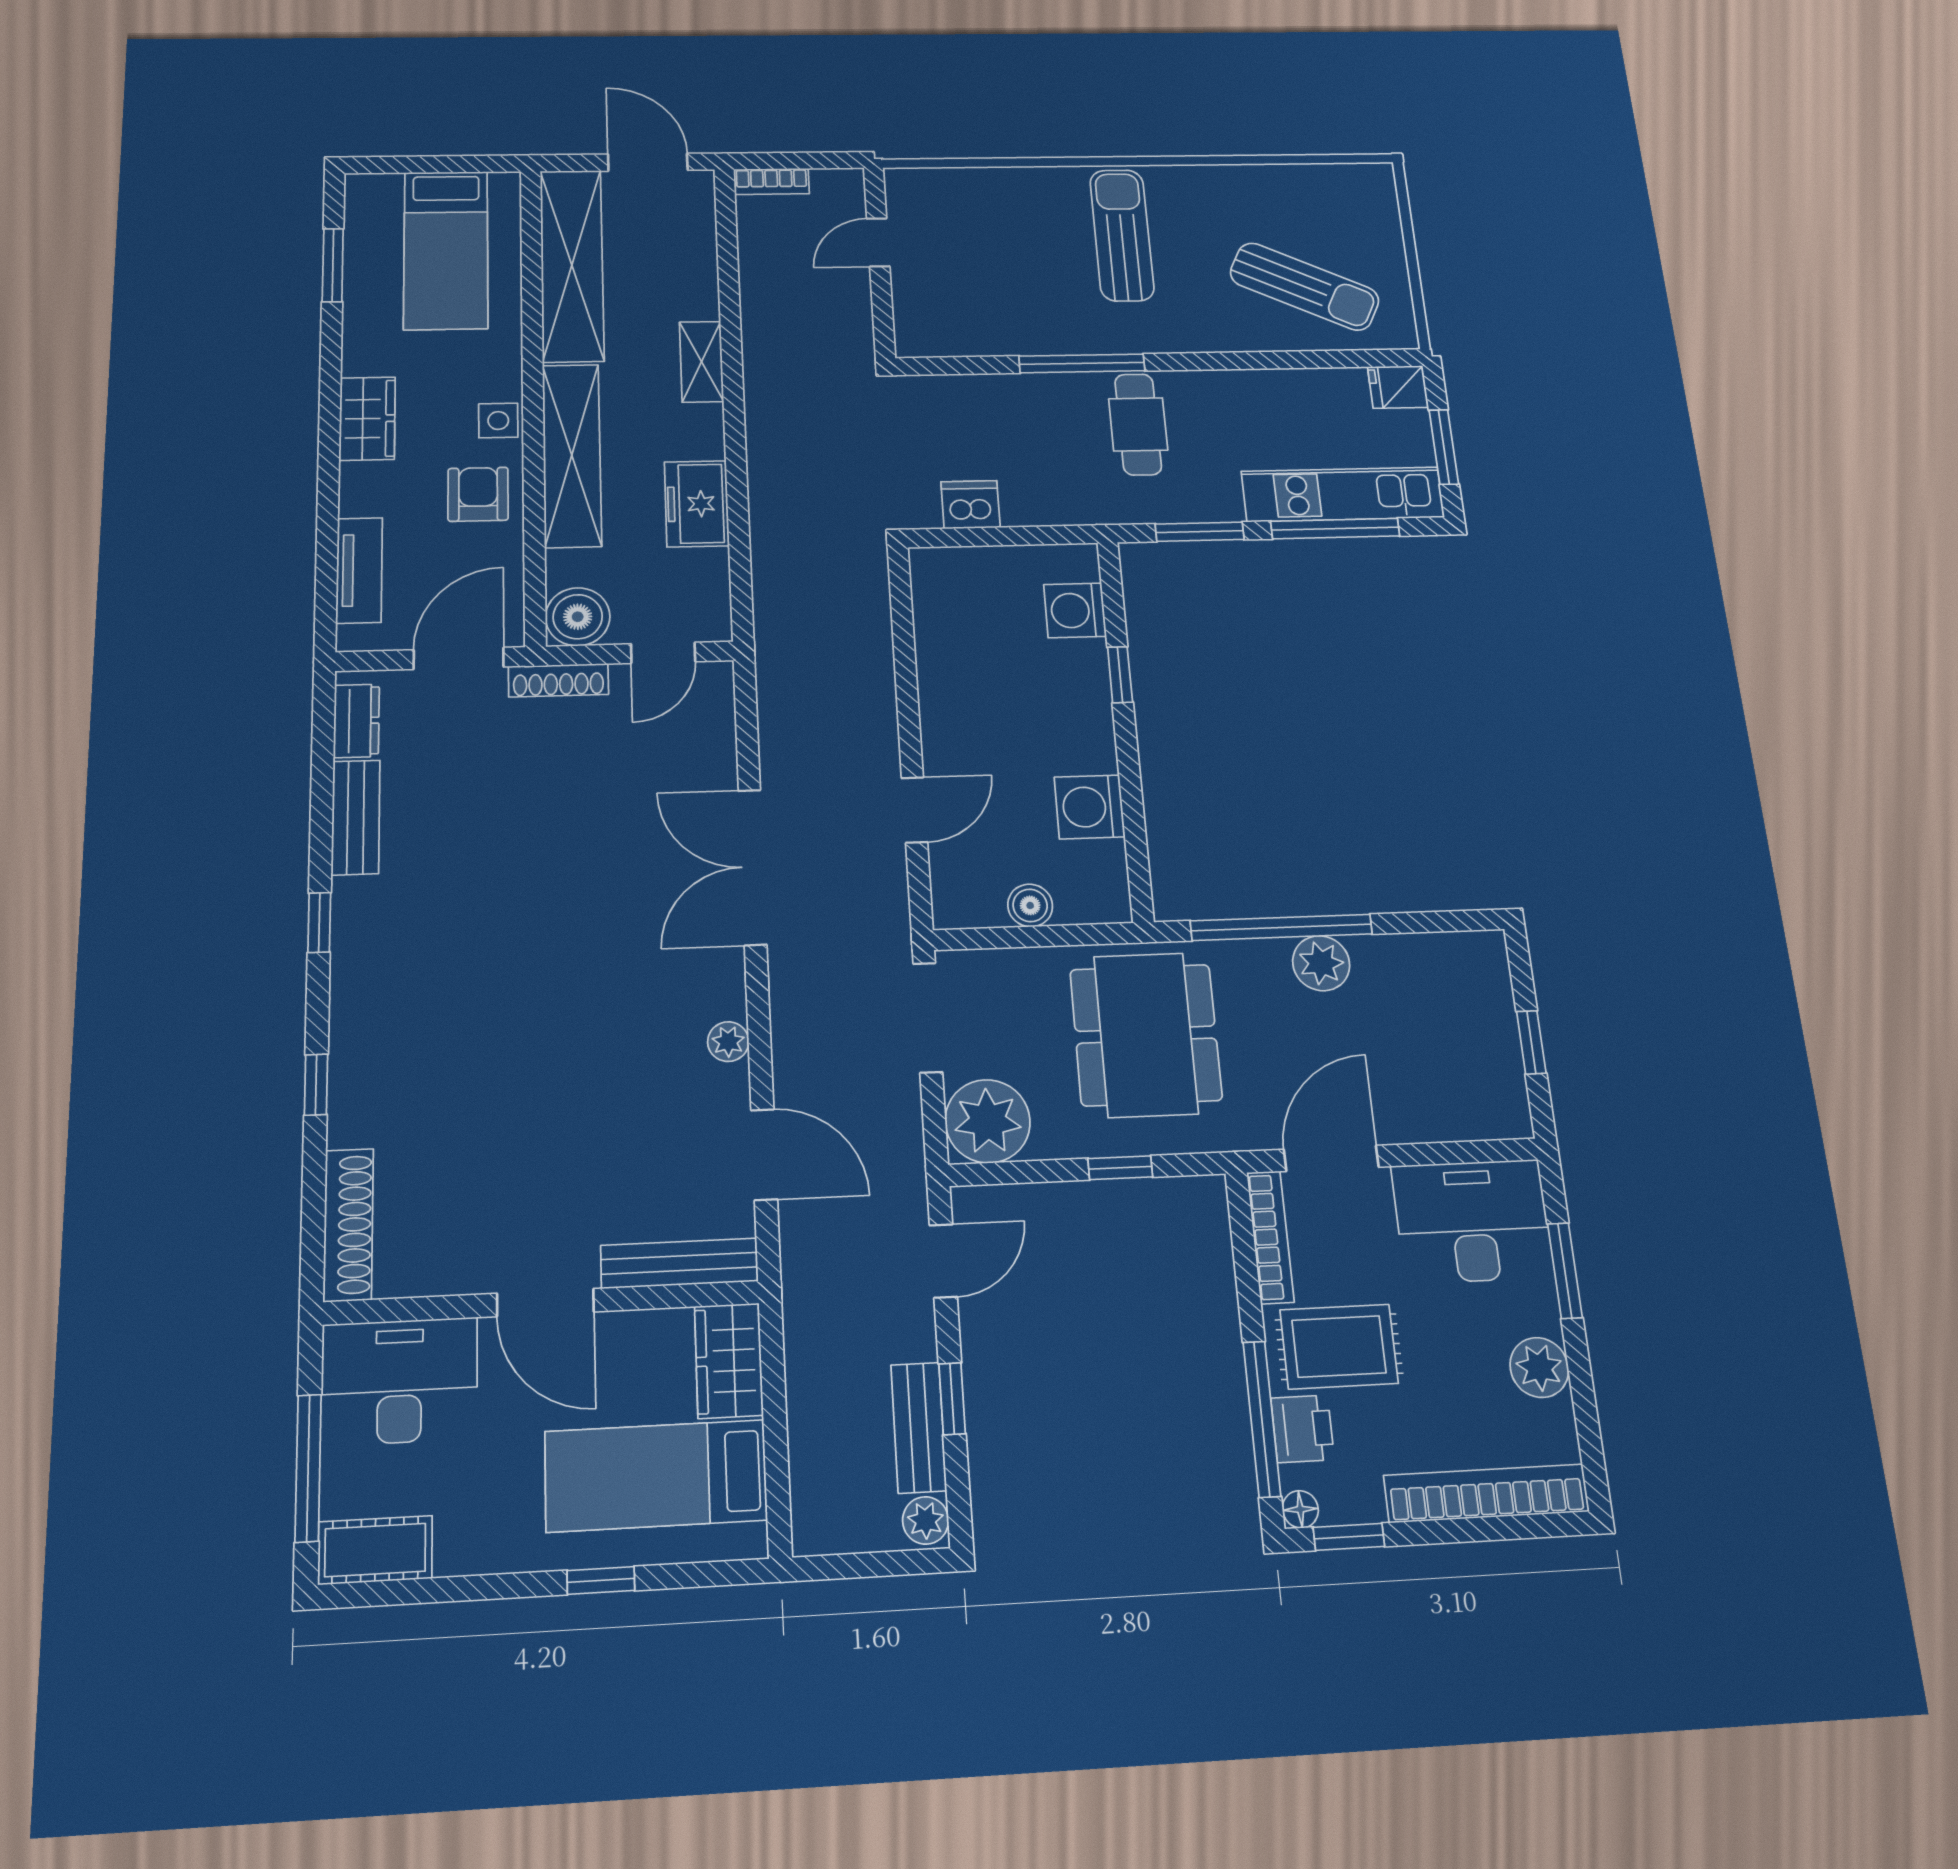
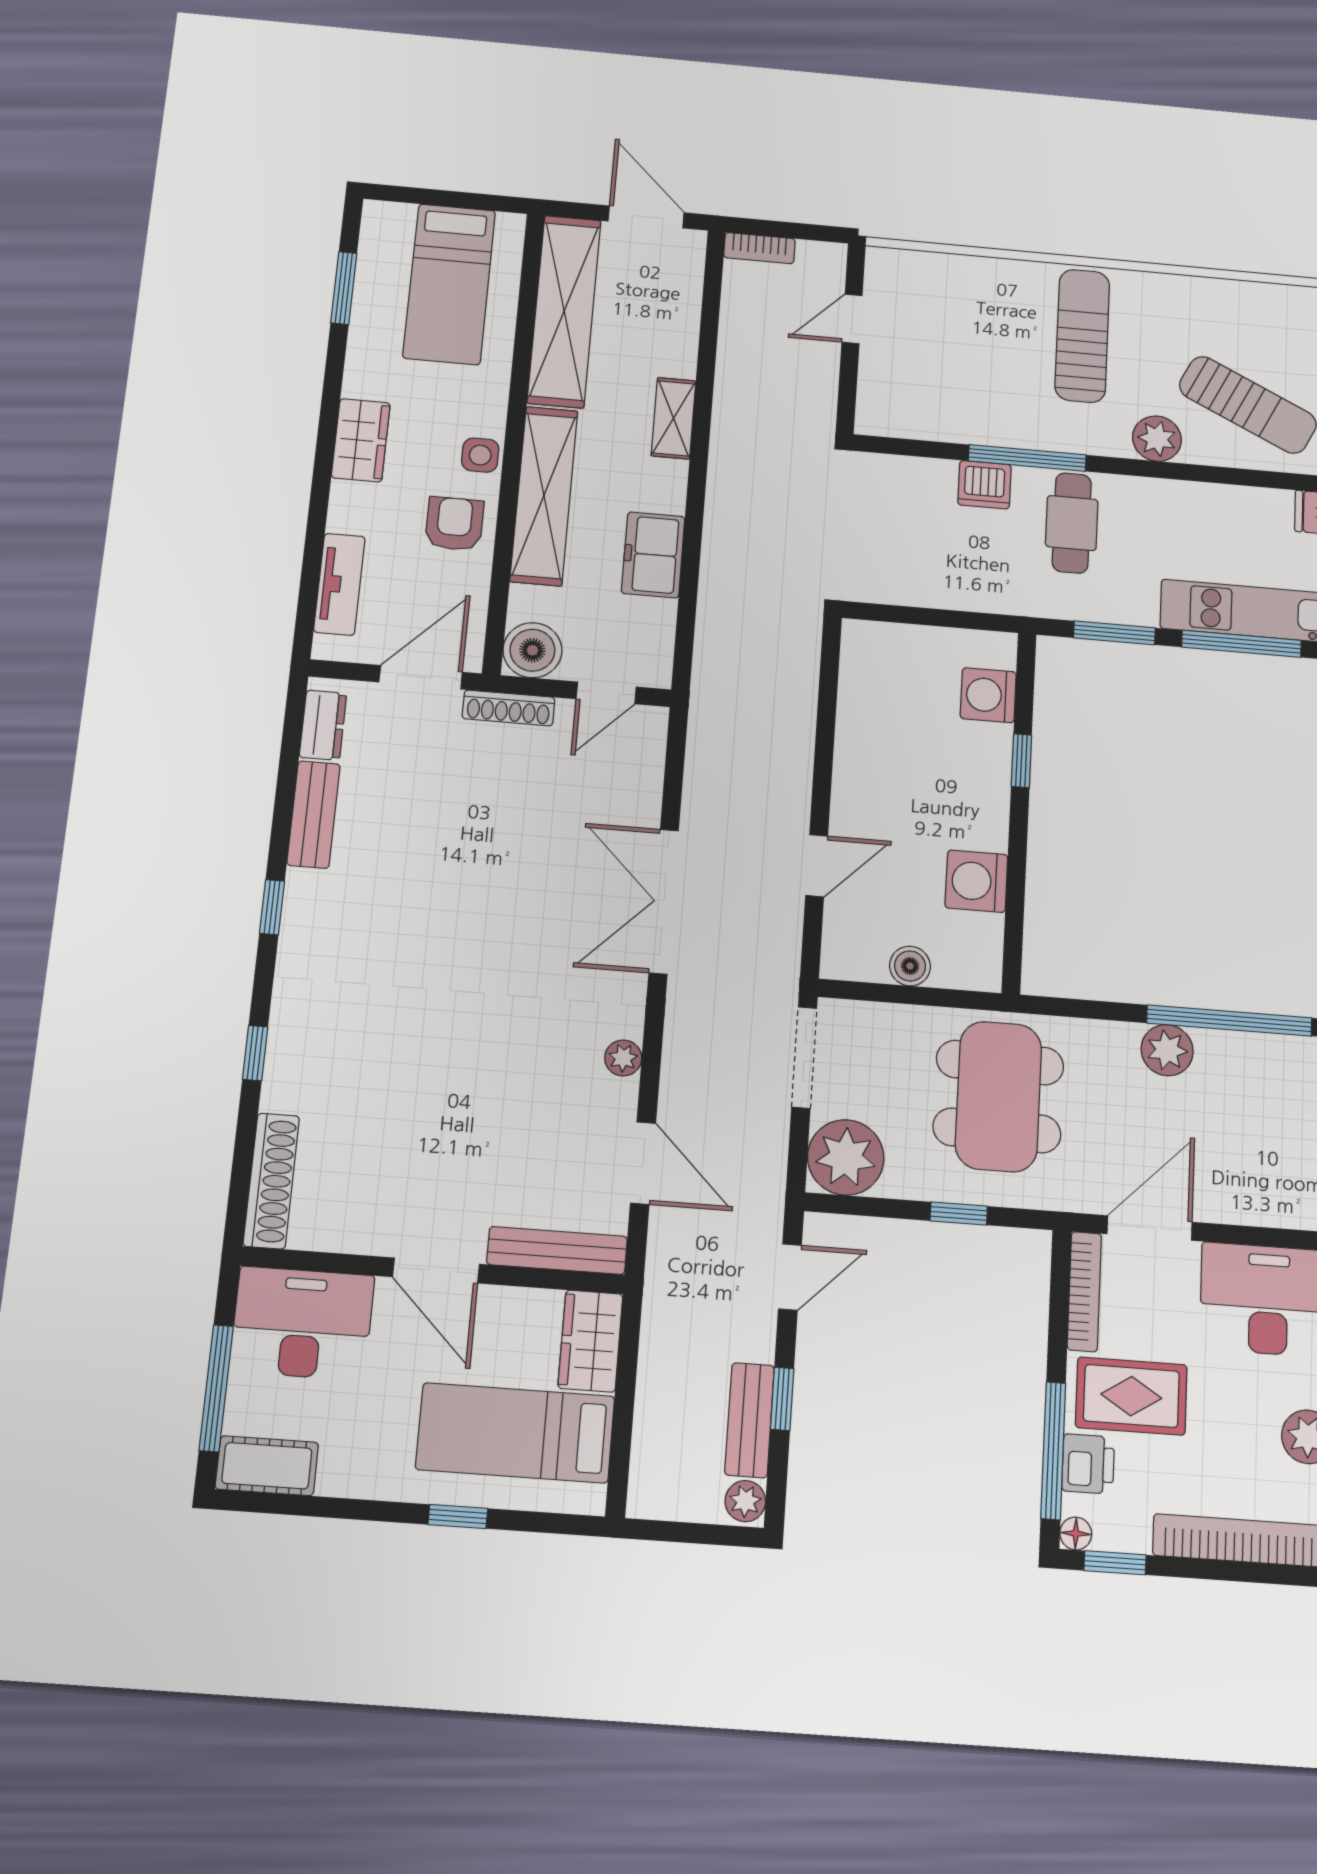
plant: (1215, 330) -> (1157, 439), added
dishwasher: (970, 505) -> (984, 485), moved, turned 180
window: (1281, 927) -> (1229, 1020), moved

